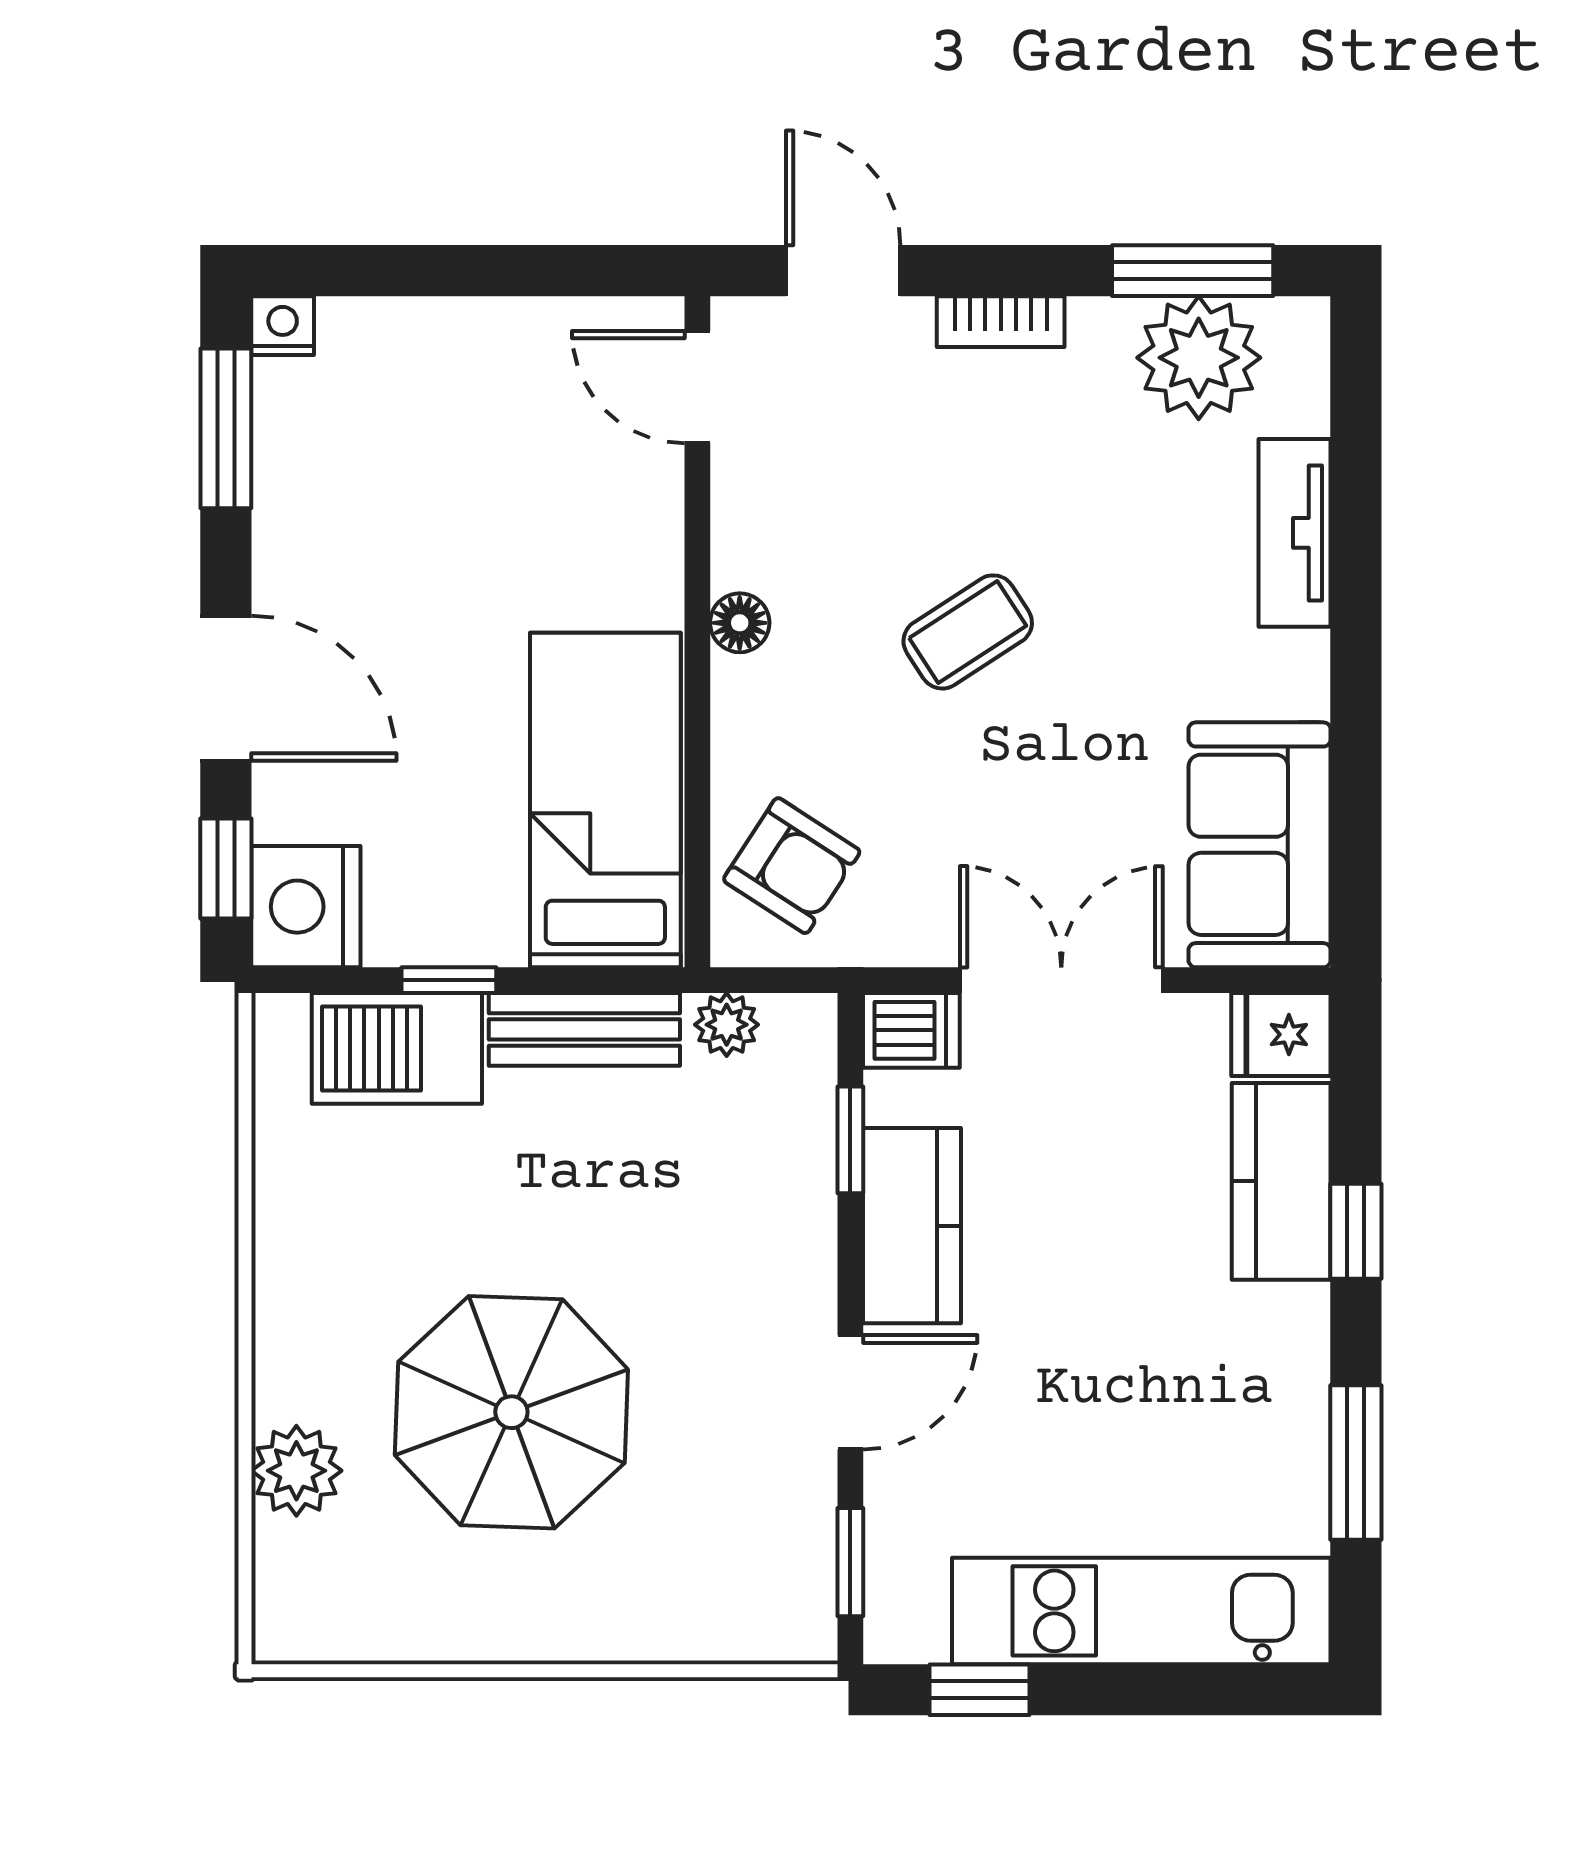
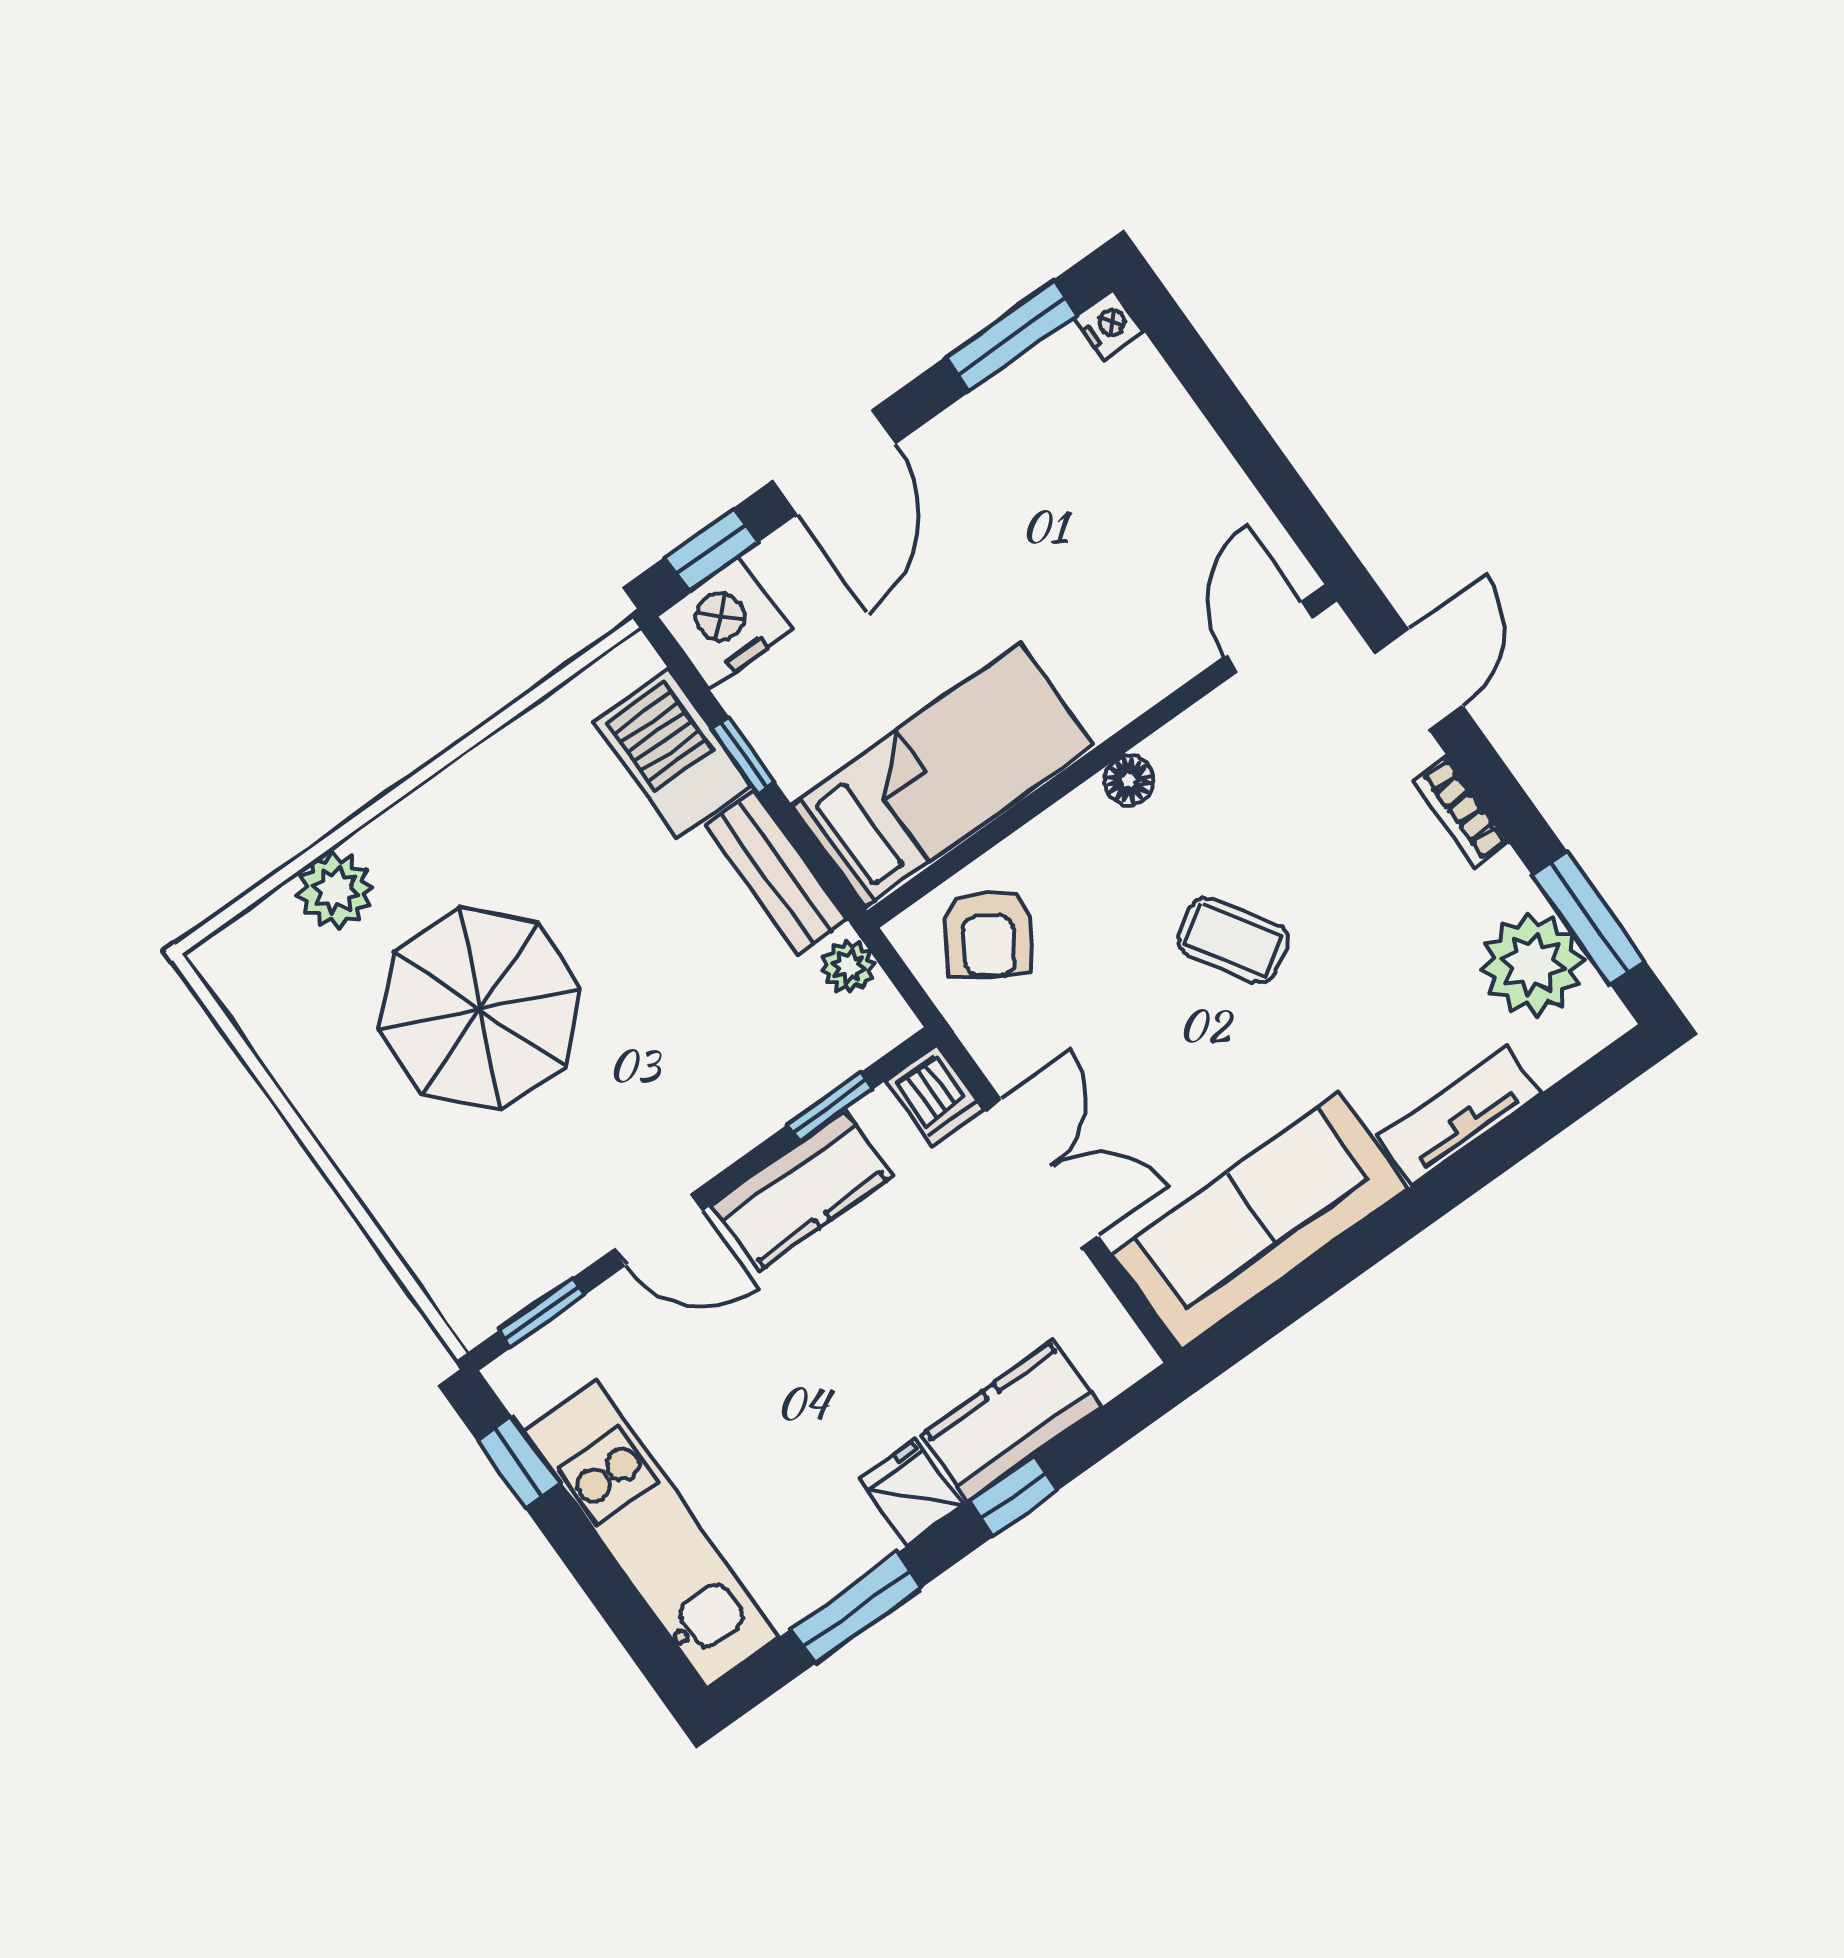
sofa: (1260, 845) -> (1260, 1221), width x1.36
fridge: (1281, 1034) -> (911, 1492), moved

